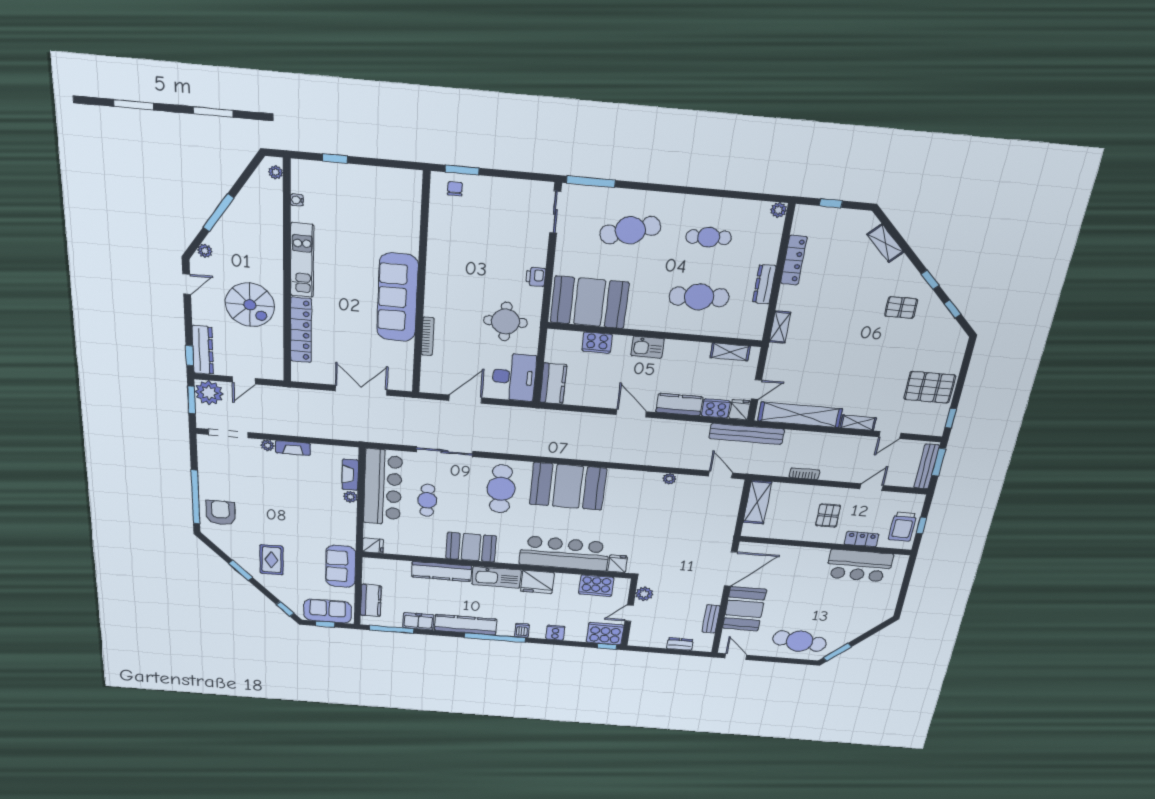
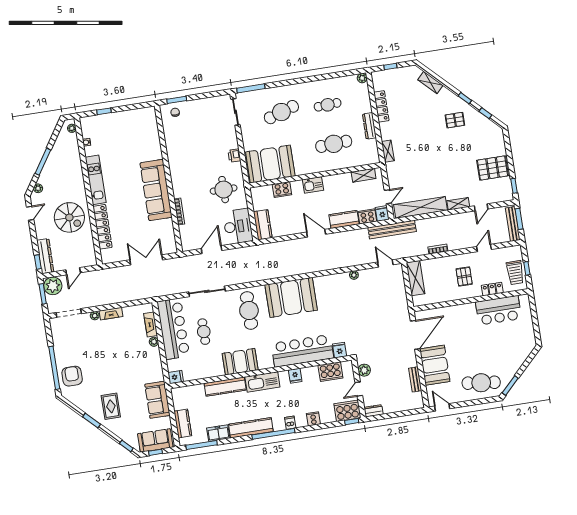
fridge: (537, 582) -> (295, 376), width x0.53, depth x0.75
dresser: (680, 644) -> (373, 411), moved

